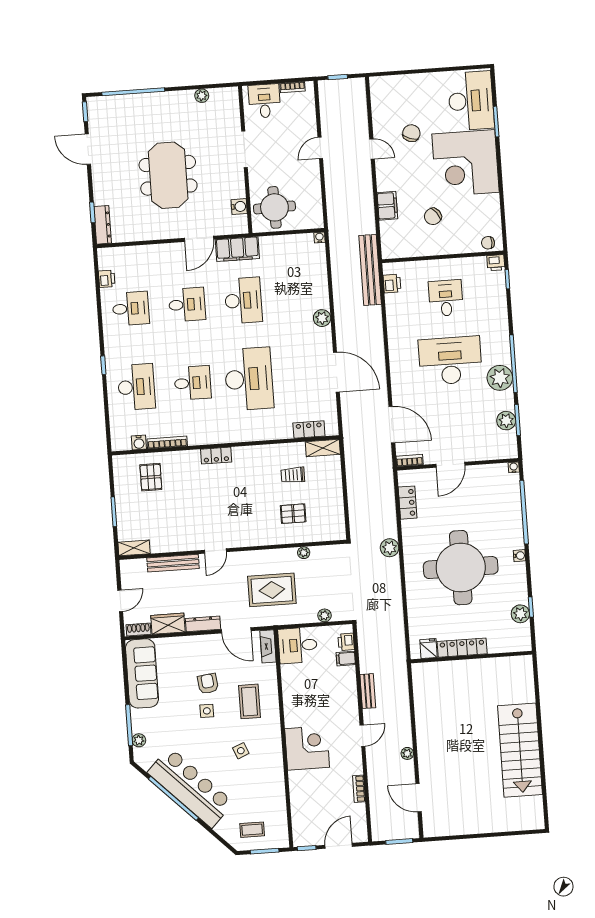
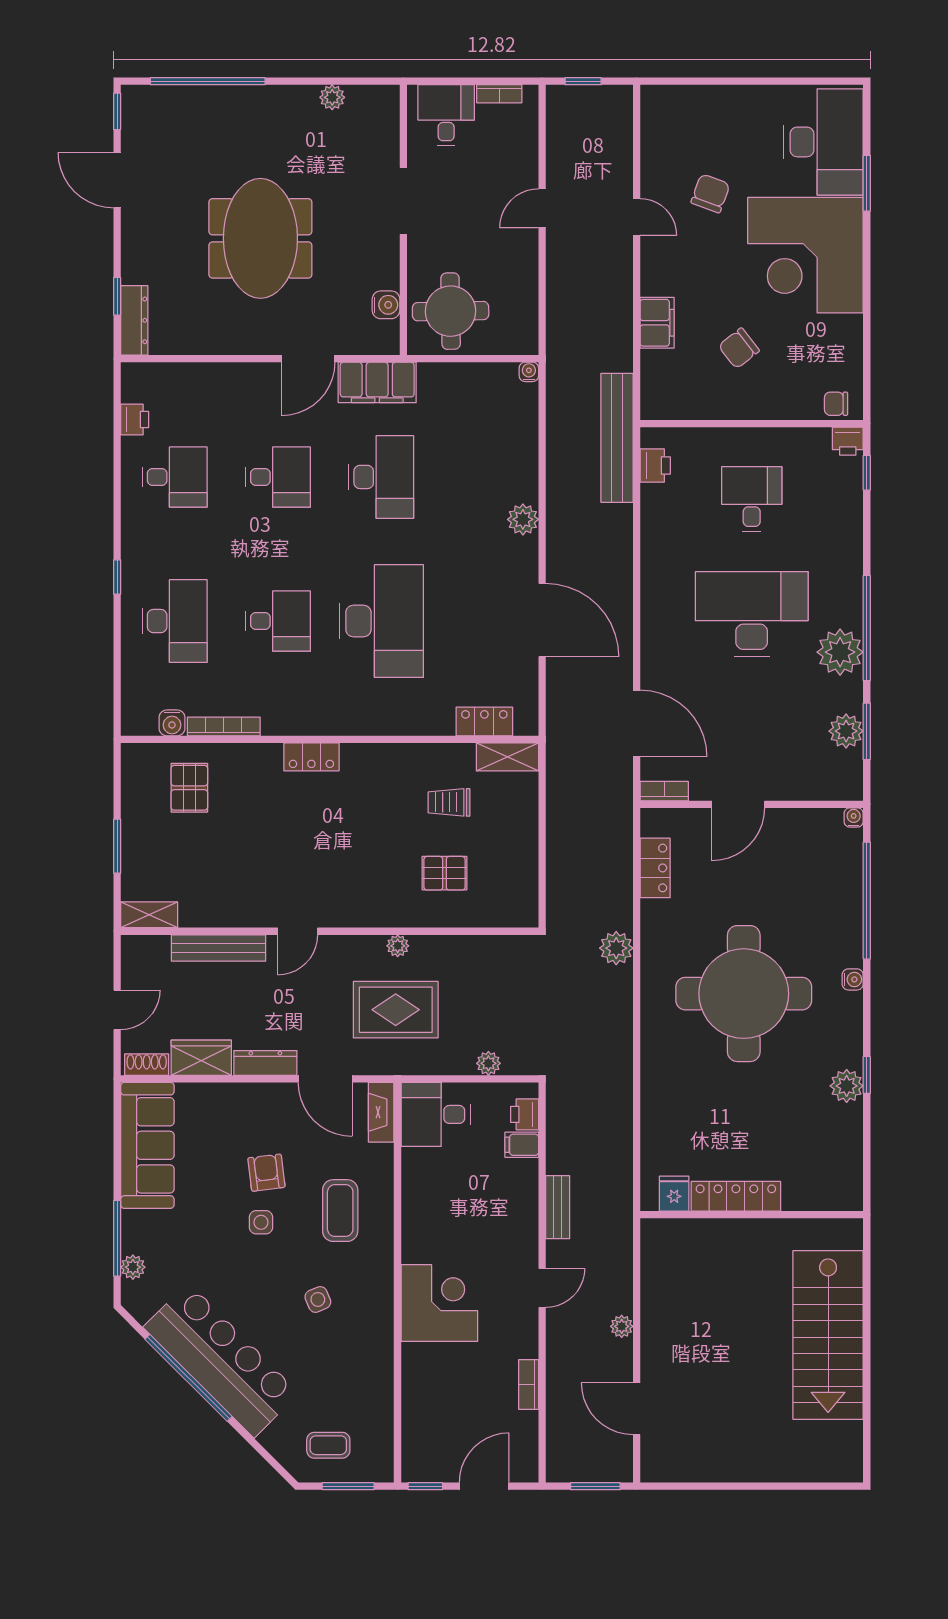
plant: (304, 553) -> (398, 946), moved
locker: (462, 648) -> (736, 1196), moved
fridge: (428, 649) -> (674, 1194), moved
wall: (471, 657) -> (752, 1215), moved

